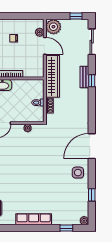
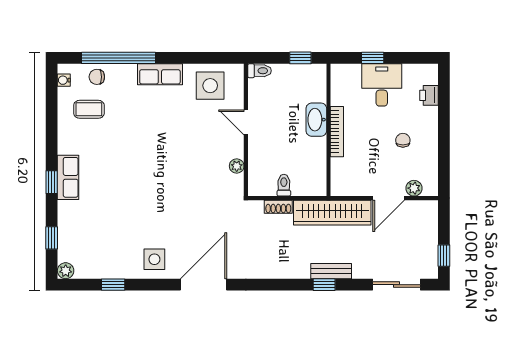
plant: (53, 27) -> (424, 214), removed
door: (92, 146) -> (203, 285), hinge flipped
row of seats: (34, 219) -> (68, 177), width x0.68
window: (36, 228) -> (52, 182), added

